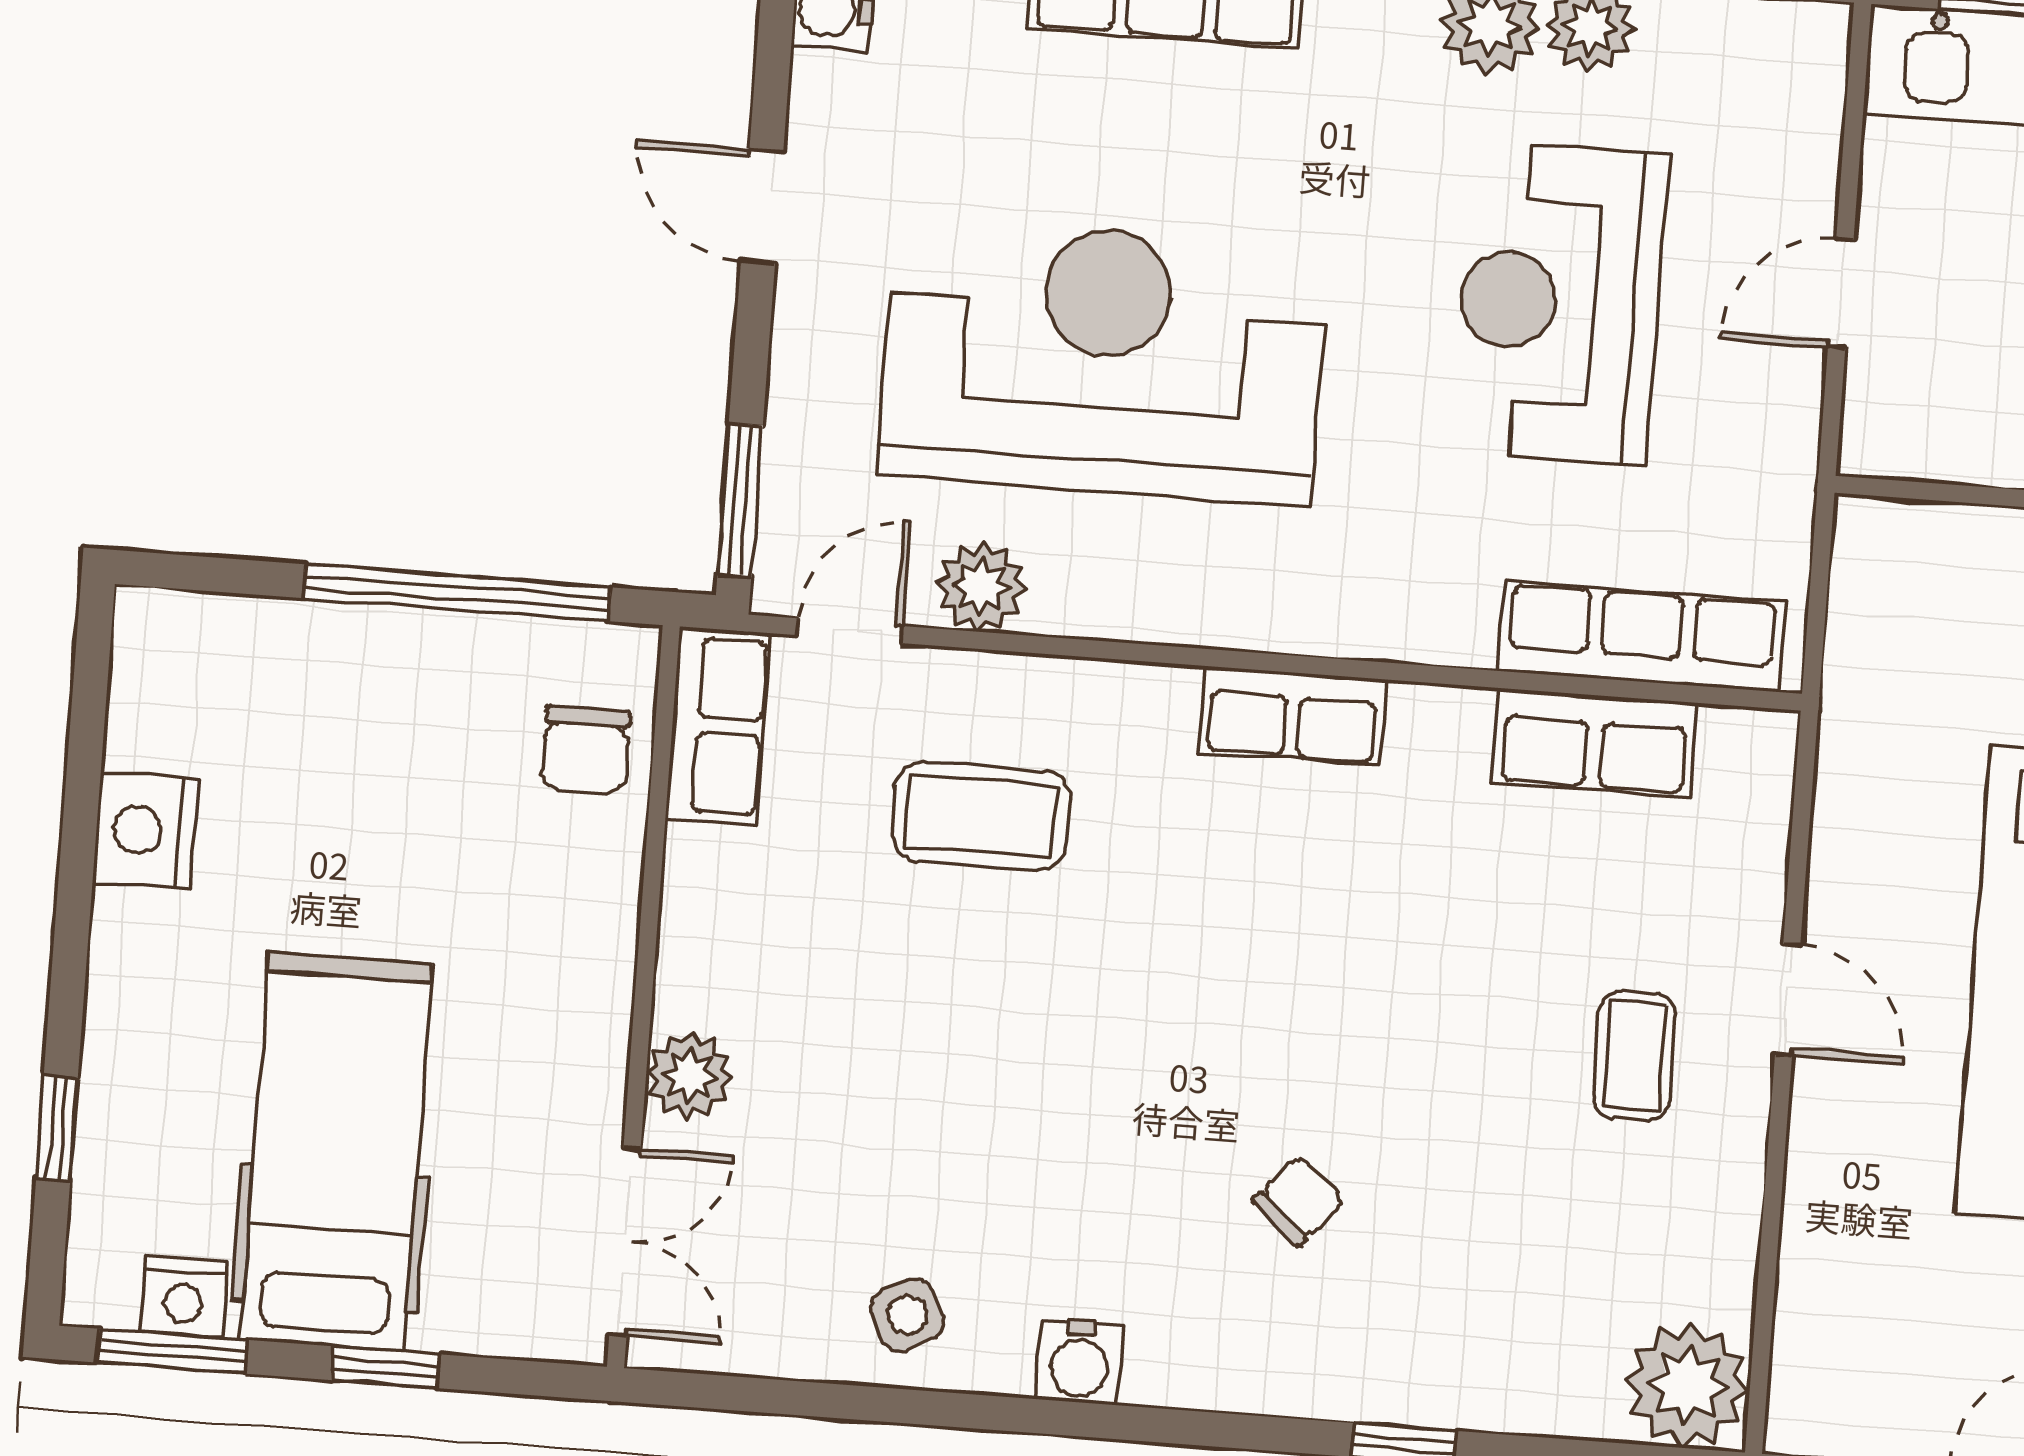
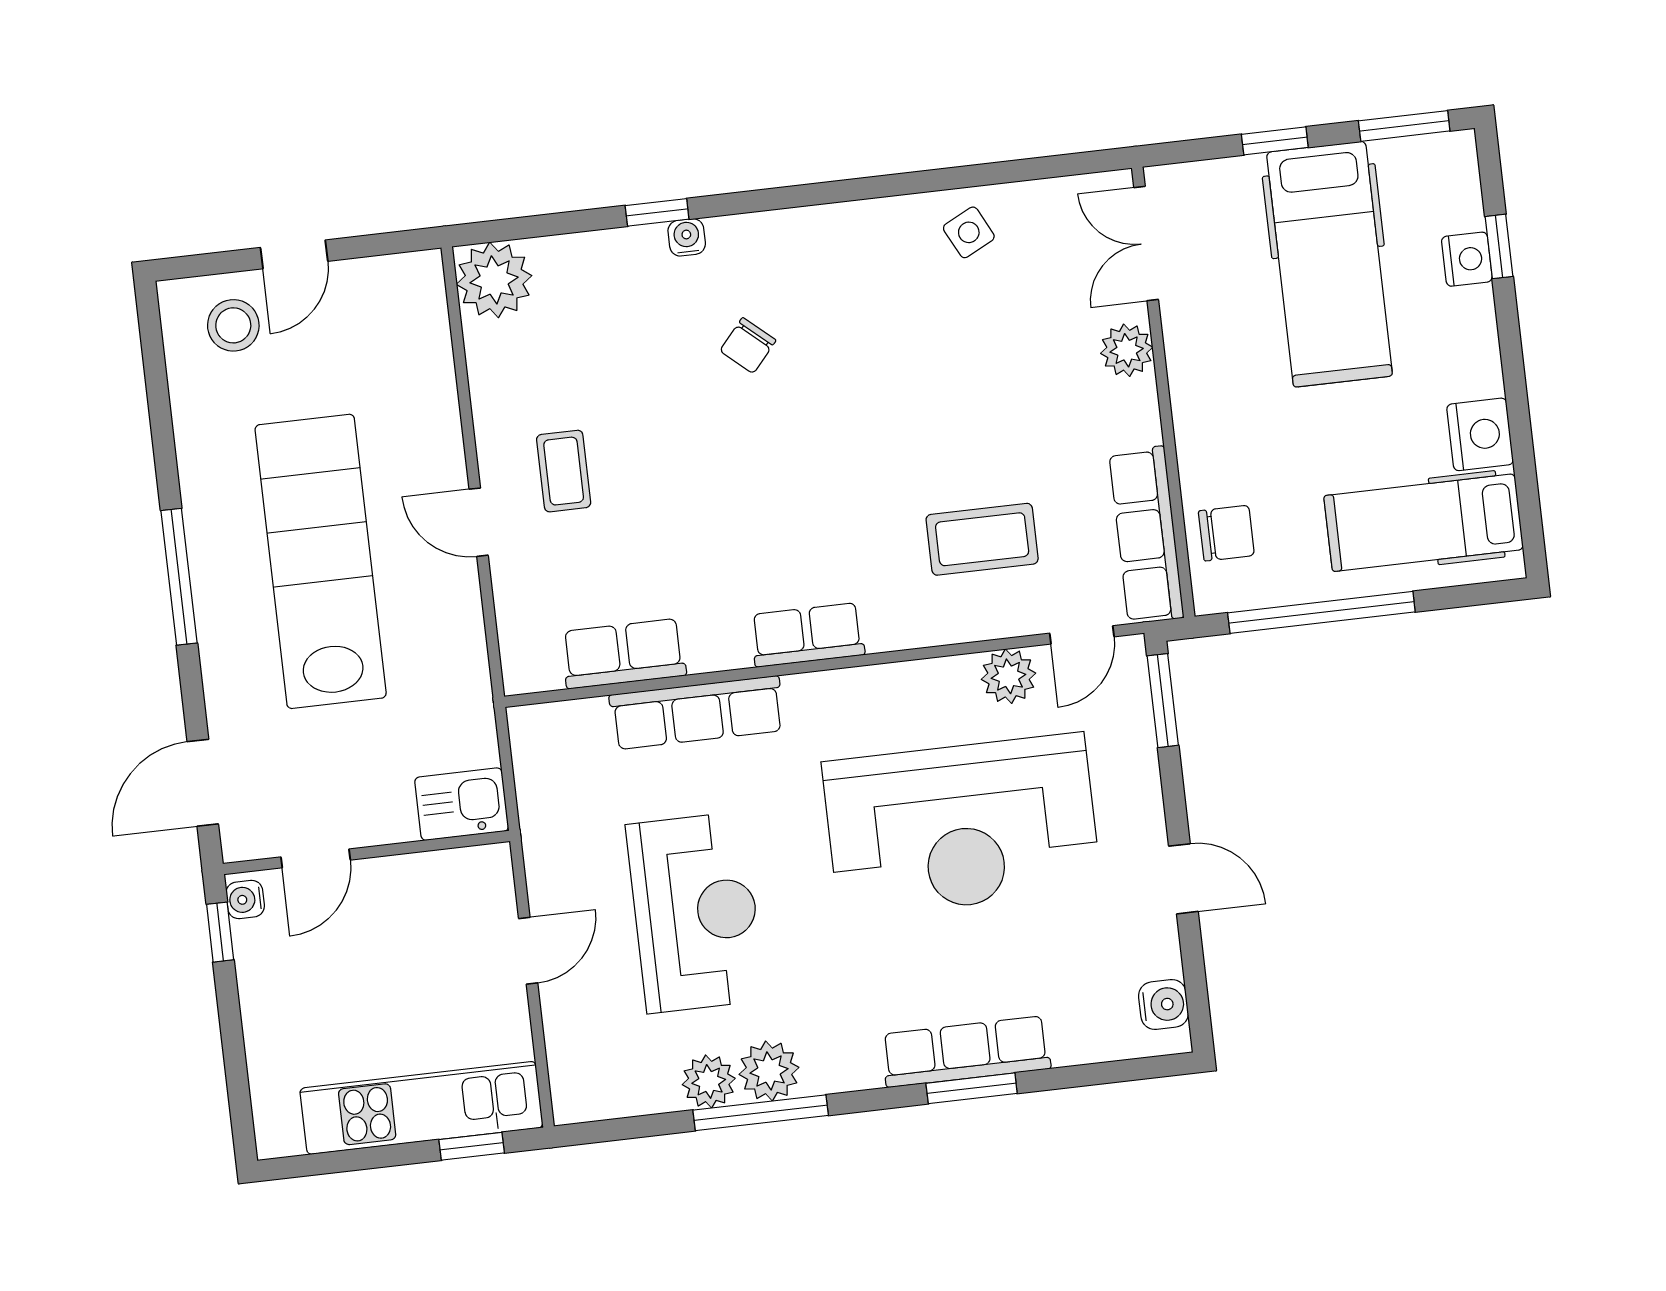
kitchen sink: (1902, 550) -> (462, 804), added
row of seats: (1642, 636) -> (697, 713), moved
hospital bed: (264, 706) -> (1424, 523), added
row of seats: (718, 726) -> (1146, 535), width x1.48
chair: (586, 750) -> (1226, 533), turned 90
nightstand: (183, 1297) -> (1467, 259), moved, turned 90
water cooler: (1079, 1362) -> (687, 237), moved, width x0.72, depth x0.72

